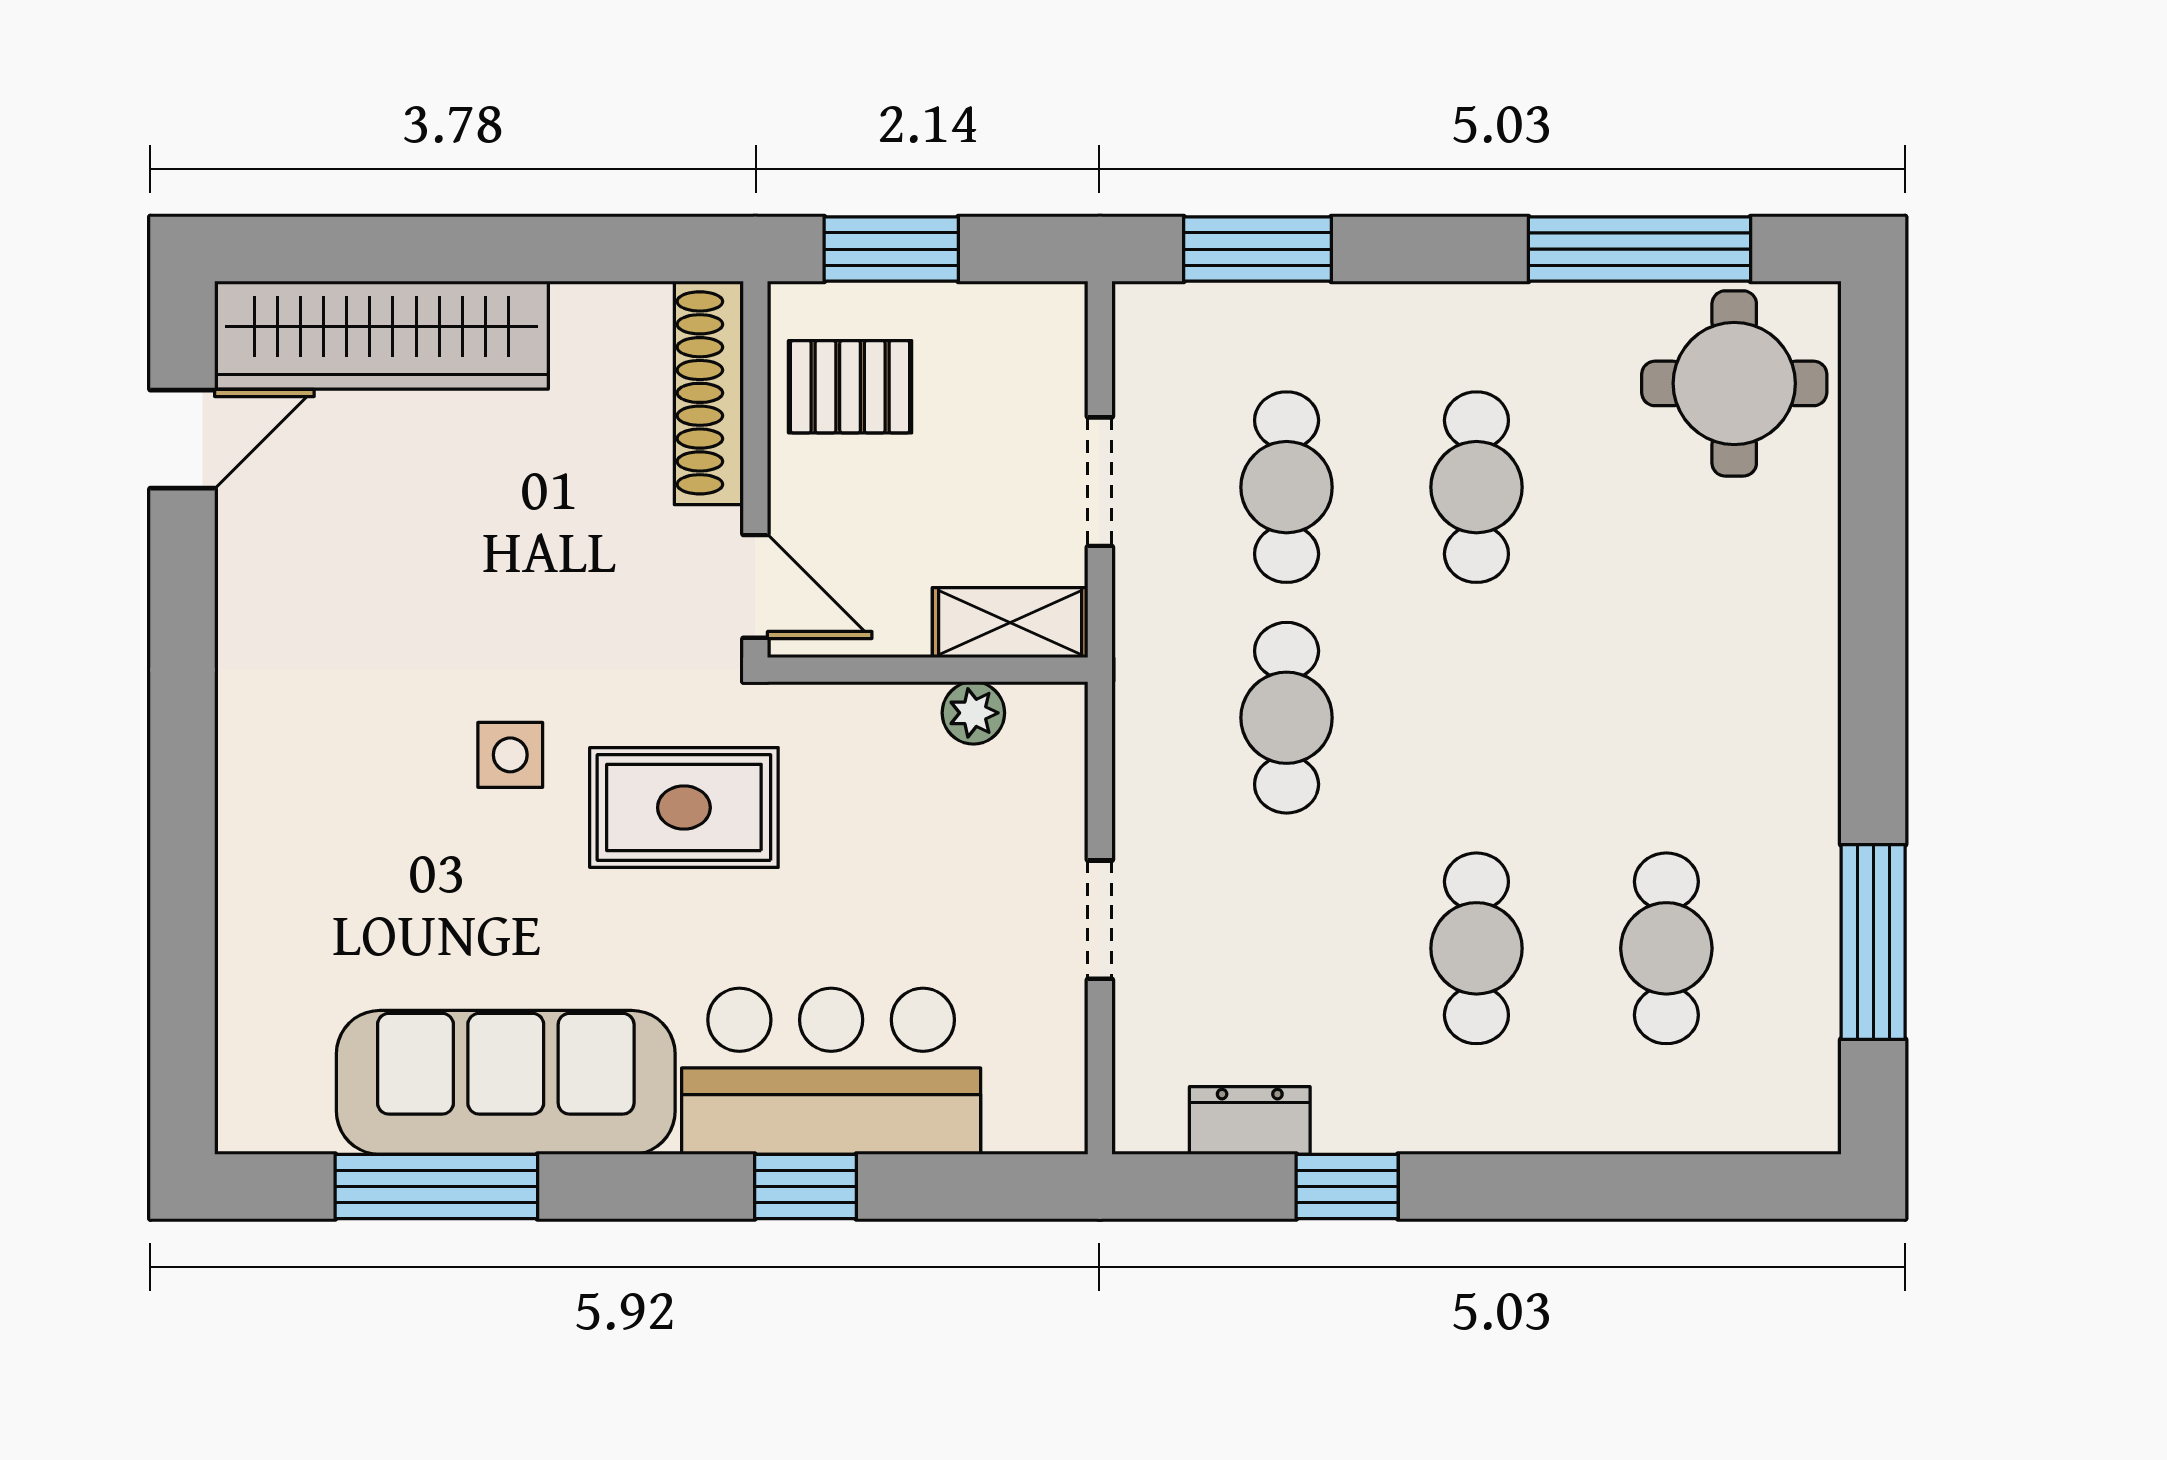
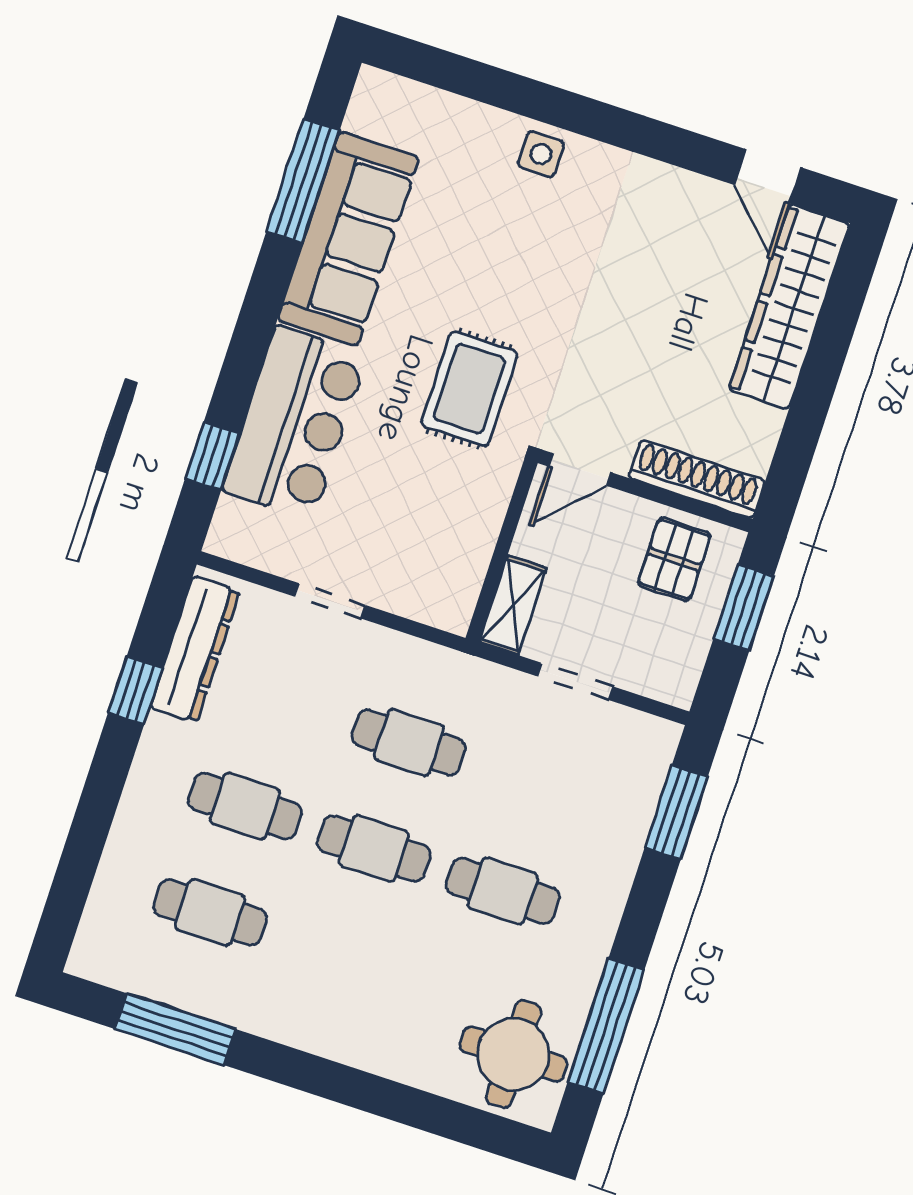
cafe table: (1287, 487) -> (374, 849), moved
plant: (973, 713) -> (469, 568), removed
side table: (510, 755) -> (541, 154), moved
dresser: (1250, 1121) -> (195, 649), width x1.96, depth x1.24
window: (805, 1186) -> (213, 456), moved

